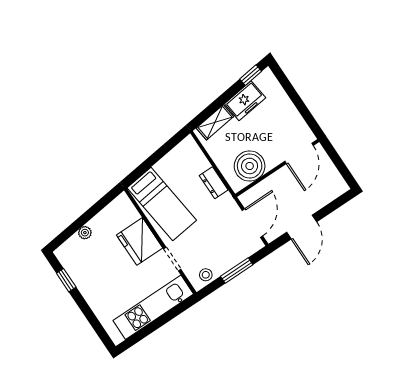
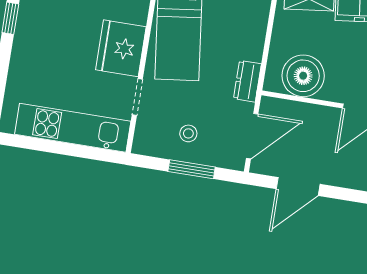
dresser: (214, 183) -> (247, 81), moved
stool: (206, 275) -> (188, 133), moved

